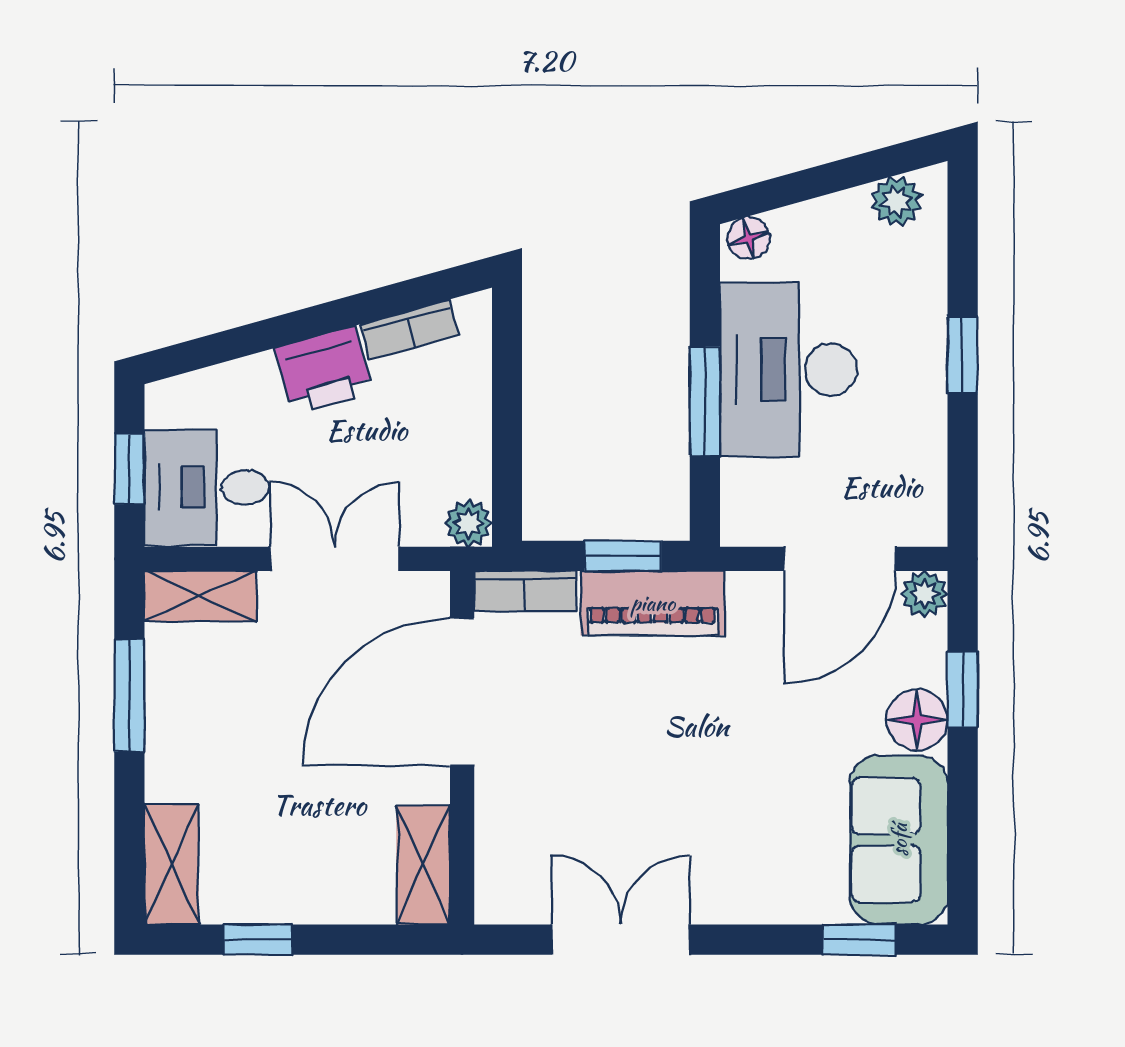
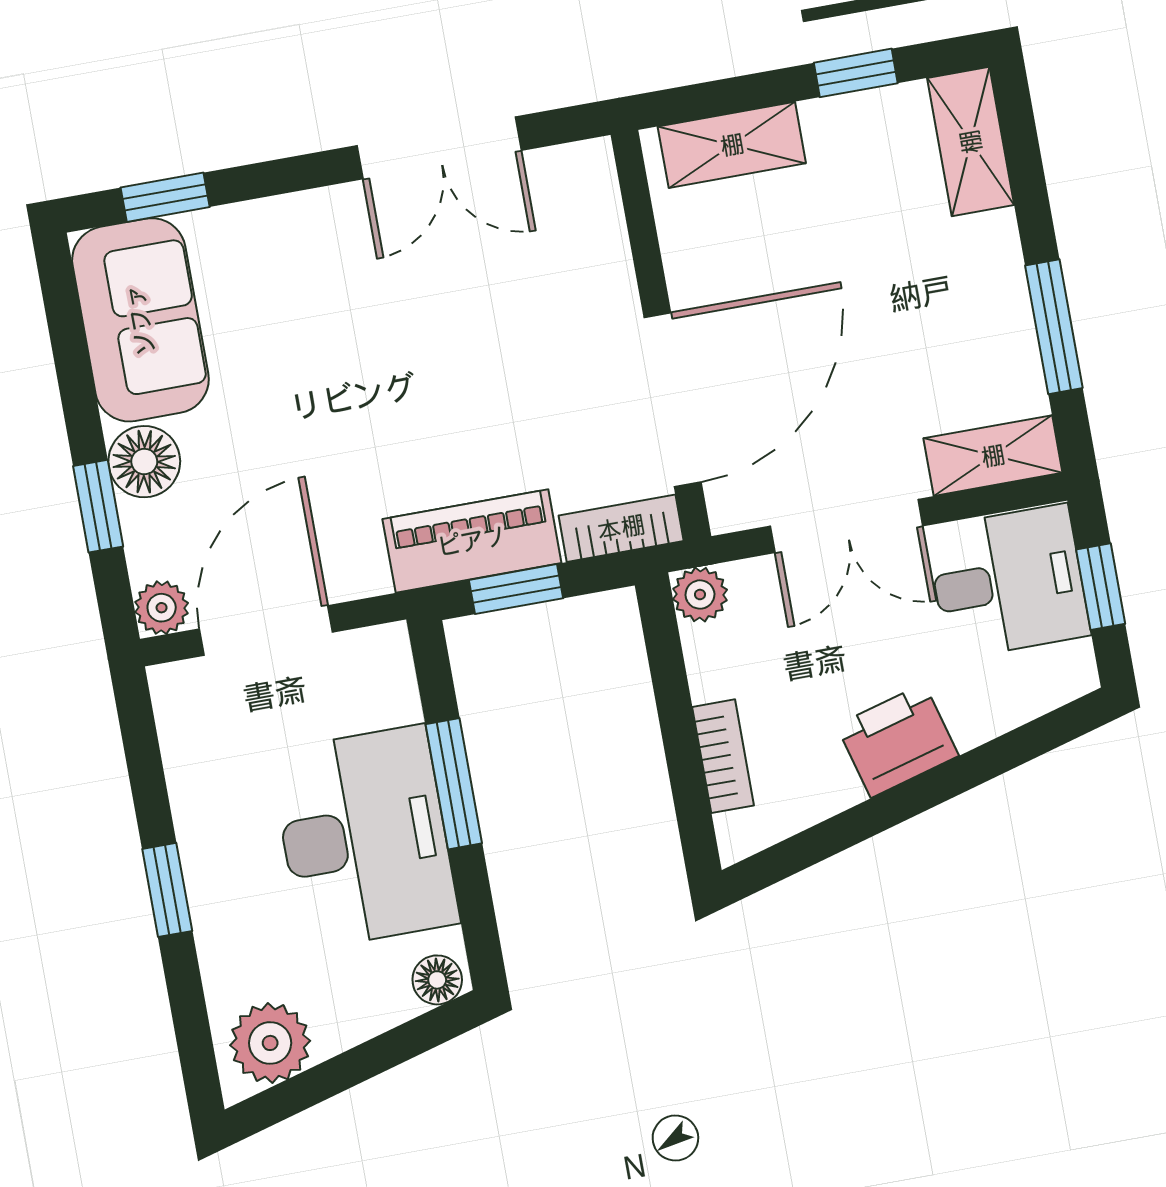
plant: (897, 201) -> (270, 1043), width x1.38, depth x1.38
bookcase: (409, 330) -> (723, 756), moved, turned 106
shelving: (423, 865) -> (732, 145), moved, turned 90

